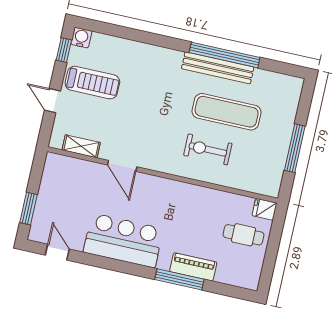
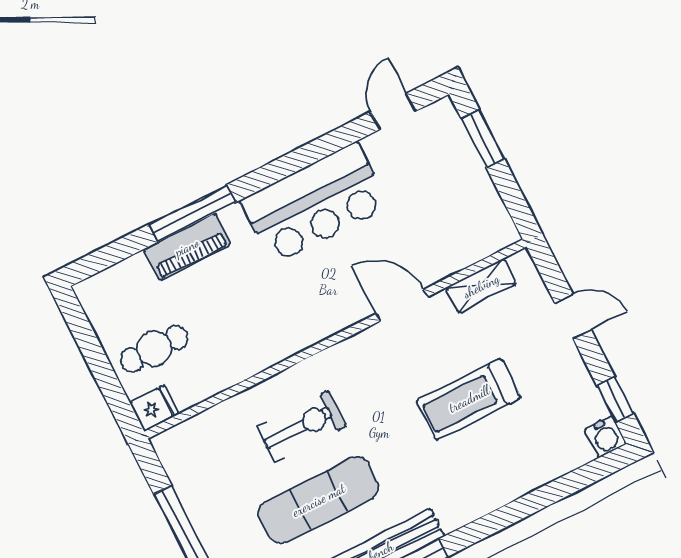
treadmill: (92, 83) -> (469, 399), moved
door: (57, 252) -> (393, 111), swing flipped

